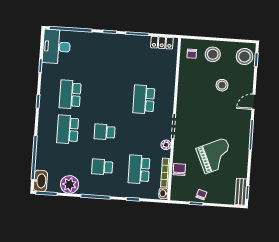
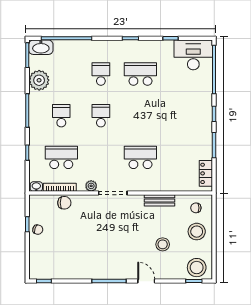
school desk: (68, 129) -> (101, 74), width x0.54
grand piano: (215, 156) -> (83, 242), removed
bench: (241, 192) -> (160, 200), moved

